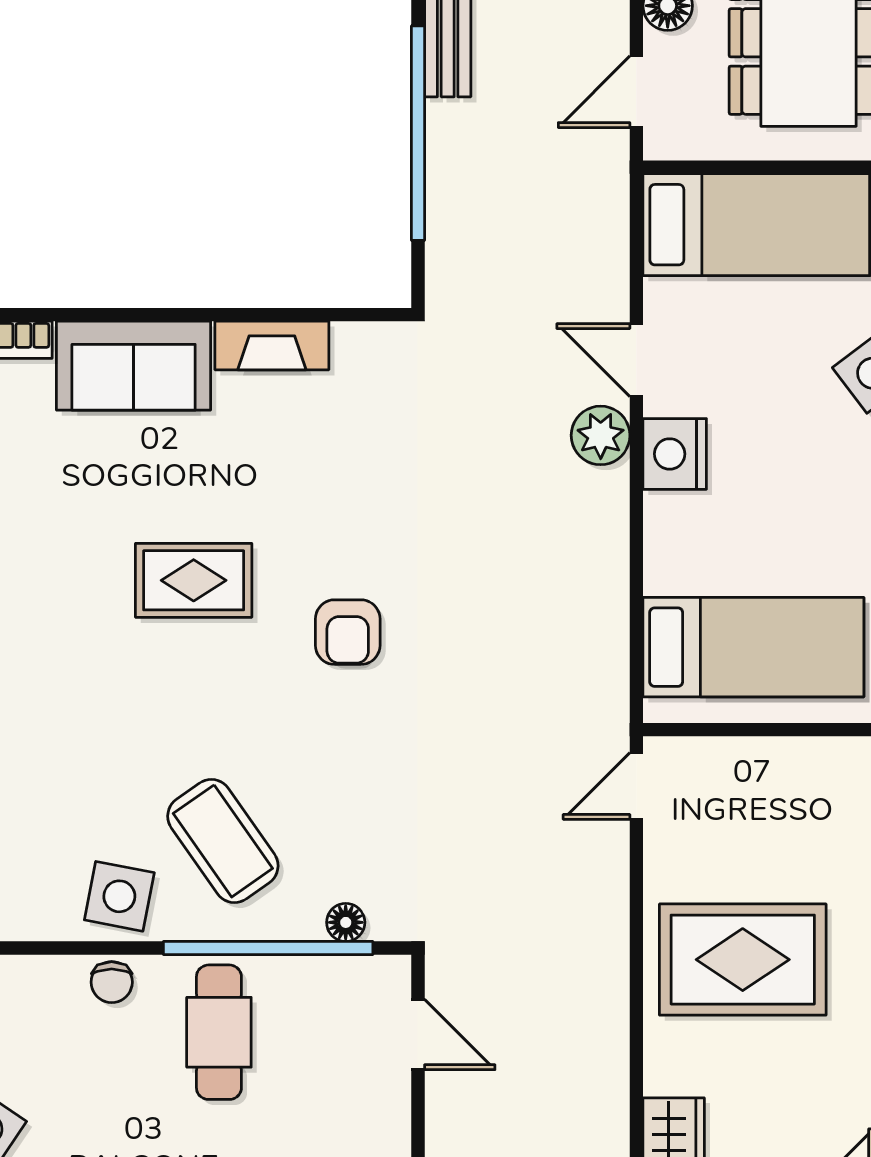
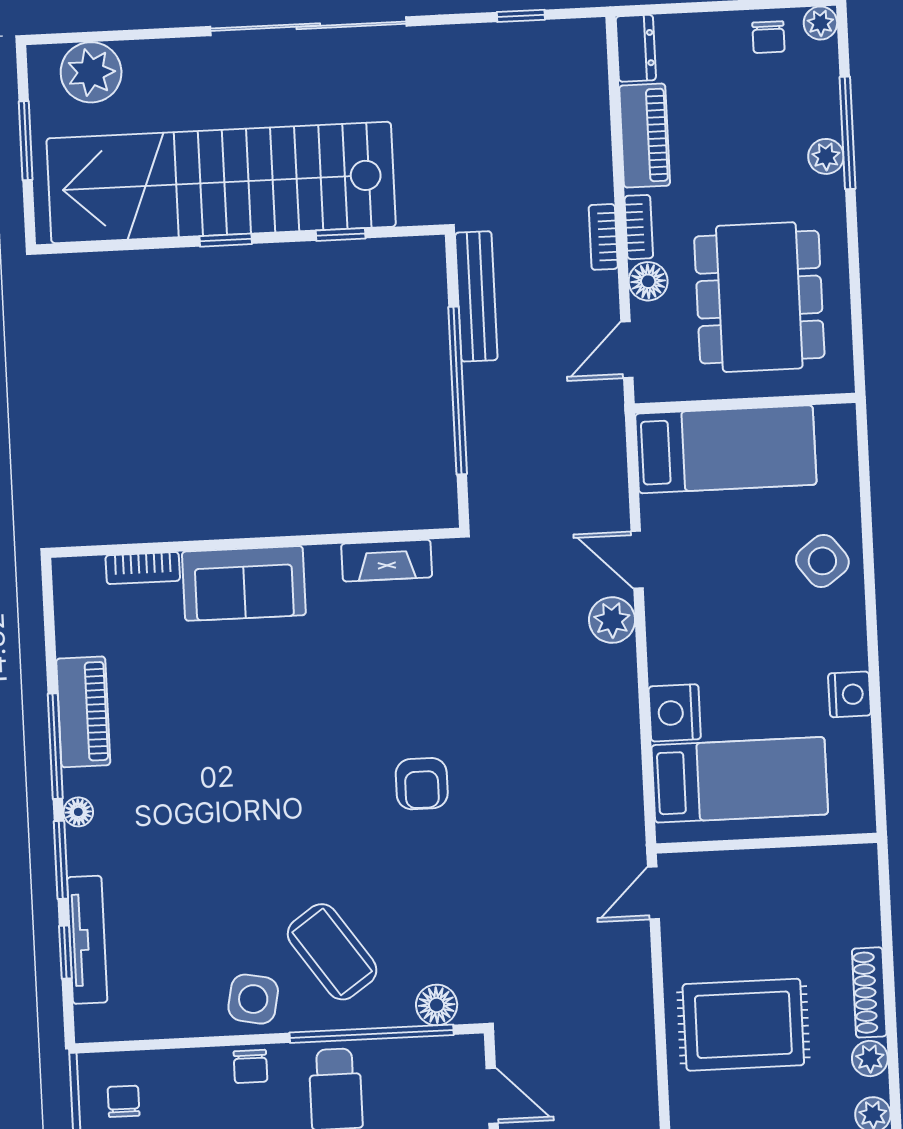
fireplace: (272, 345) -> (387, 561), moved
nightstand: (675, 454) -> (675, 713), moved
rug: (194, 580) -> (299, 749), removed
floor lamp: (346, 922) -> (437, 1005), width x1.37, depth x1.37

